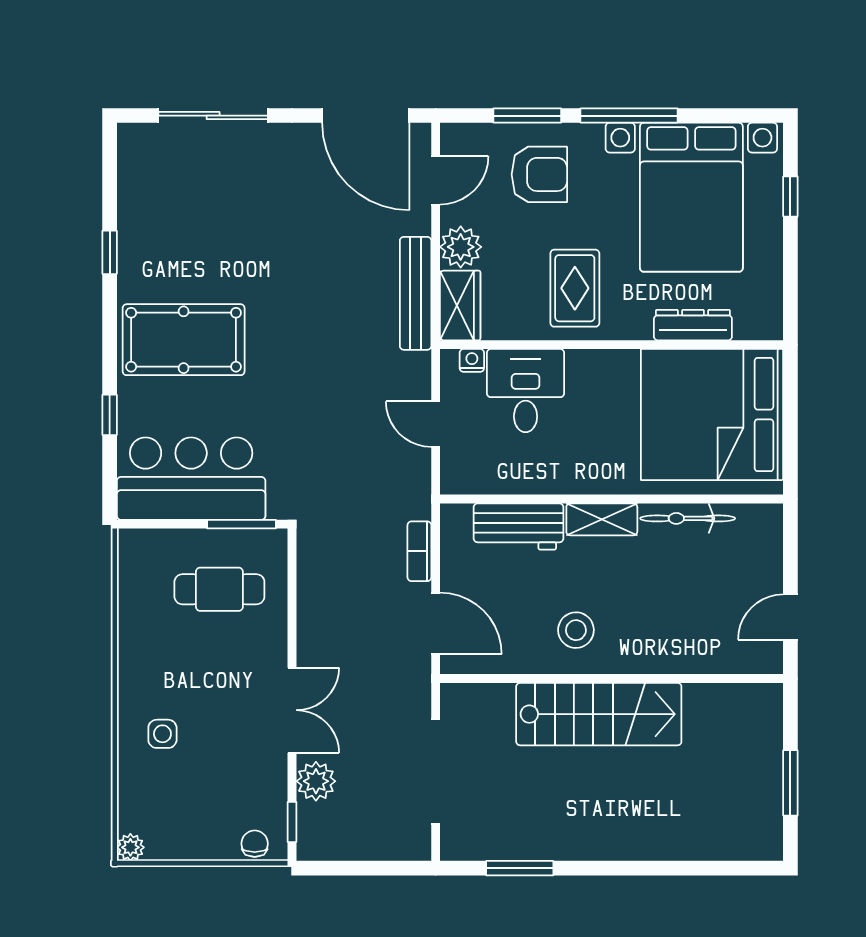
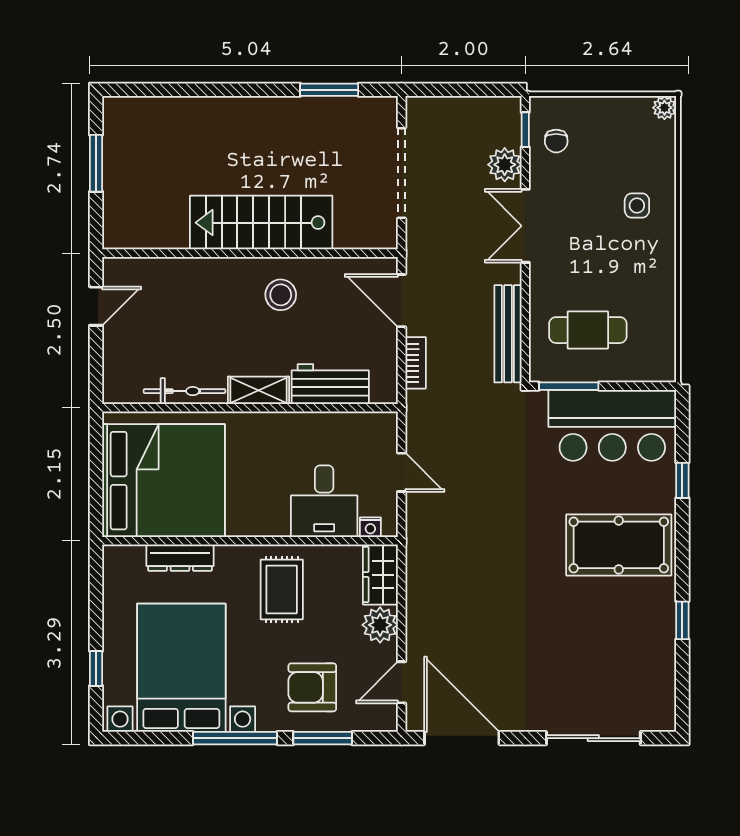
bench: (416, 293) -> (508, 334), moved
chair: (255, 844) -> (556, 141), moved

